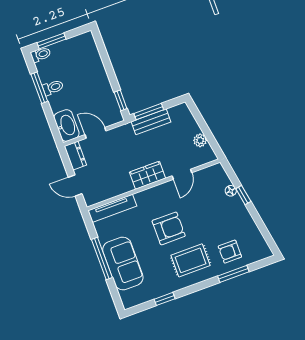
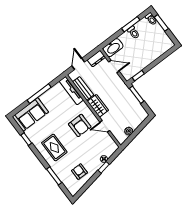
bench: (151, 122) -> (83, 88), moved
door: (95, 133) -> (114, 66), hinge flipped
armchair: (169, 228) -> (80, 125), moved
armchair: (230, 252) -> (79, 172), moved
sofa: (123, 263) -> (30, 114), moved

